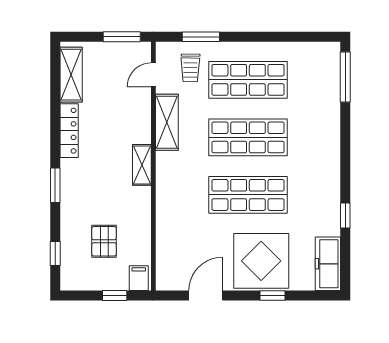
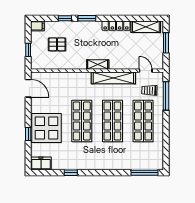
window: (122, 37) -> (166, 43), moved
window: (201, 37) -> (166, 96), width x1.44
shelving: (167, 122) -> (113, 78), width x1.47
window: (55, 254) -> (65, 18), moved
freezer: (328, 264) -> (41, 164), width x0.71
filing cabinet: (139, 278) -> (37, 26), moved
door: (206, 296) -> (28, 88), moved

